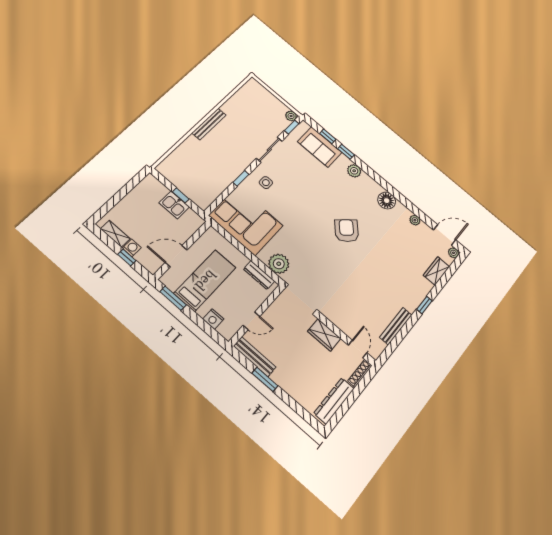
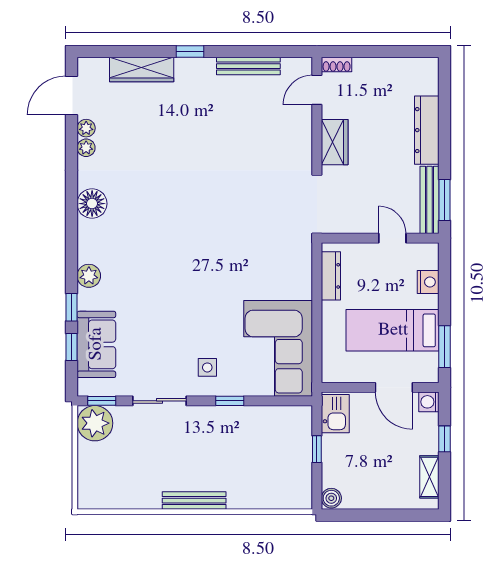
plant: (291, 116) -> (95, 423), width x1.88, depth x1.88
boiler: (151, 181) -> (331, 498), added
kitchen sink: (174, 205) -> (335, 414), moved
armchair: (347, 231) -> (180, 220), removed
door: (445, 235) -> (71, 95), hinge flipped
washing machine: (132, 248) -> (429, 402), moved
plant: (453, 253) -> (86, 128), moved
plant: (279, 264) -> (296, 265), removed
wardrobe: (436, 271) -> (142, 70), width x1.50
shoe rack: (360, 373) -> (337, 65), width x0.70
window: (265, 379) -> (445, 200), moved
dresser: (334, 401) -> (427, 130), moved, turned 90

